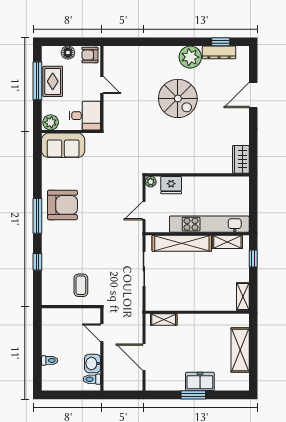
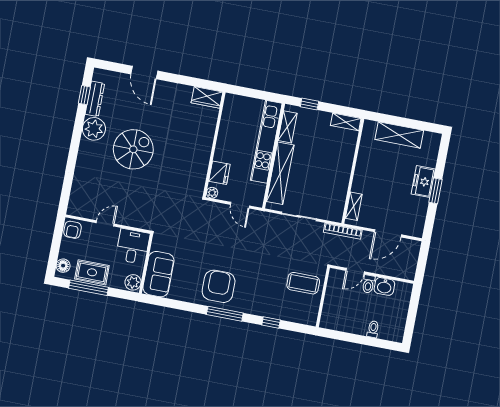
floor lamp: (68, 53) -> (63, 266), moved
coffee table: (81, 285) -> (303, 283), width x1.36, depth x1.30
bookcase: (138, 314) -> (343, 231), added
toilet: (92, 379) -> (368, 284), moved

